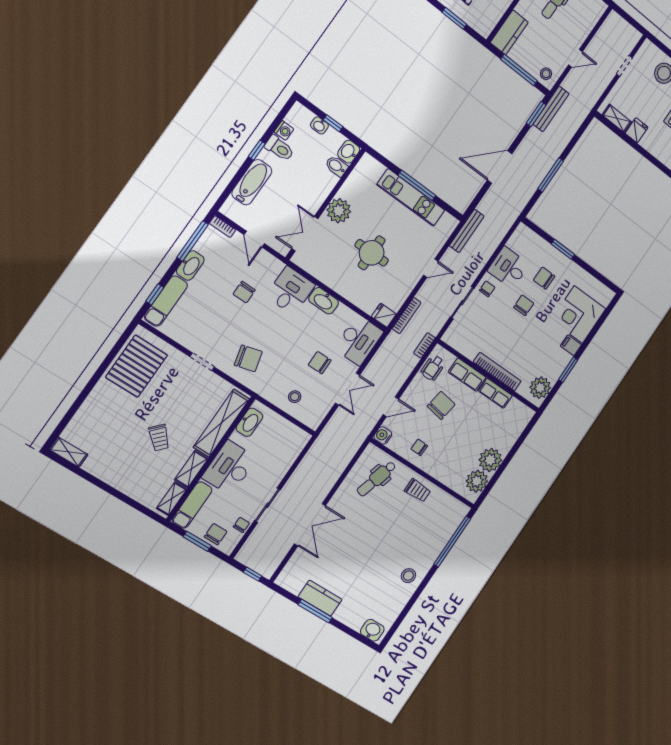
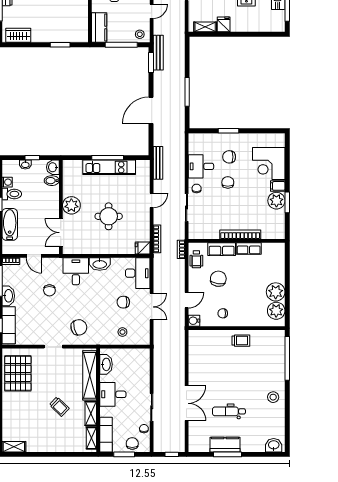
plant: (540, 388) -> (276, 201), moved
desk: (229, 468) -> (113, 394), width x0.73
dental chair: (376, 479) -> (229, 411), moved, turned 74

